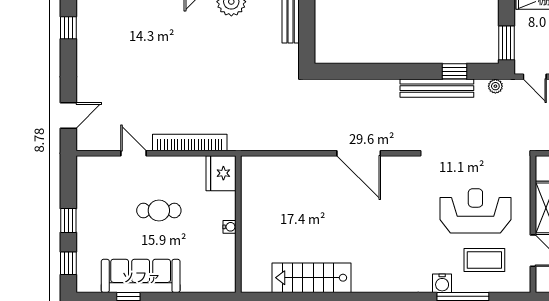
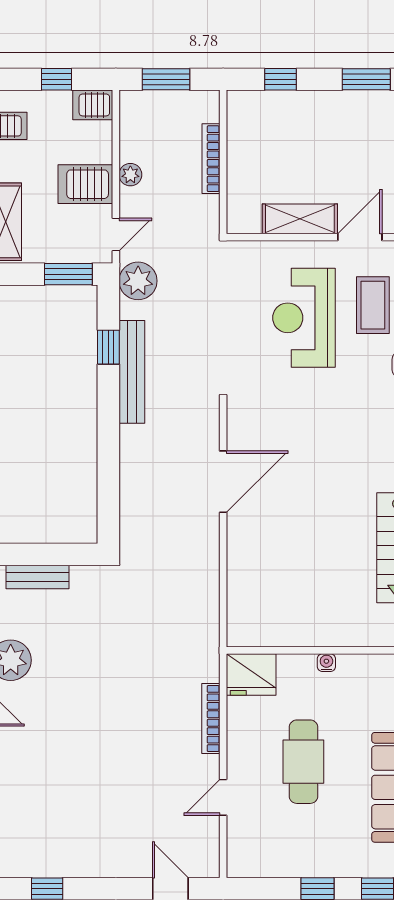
plant: (495, 86) -> (138, 281), width x1.88, depth x1.88
bookcase: (190, 143) -> (211, 718), width x0.68, depth x0.76
cafe table: (159, 210) -> (303, 762), width x1.37, depth x1.35

